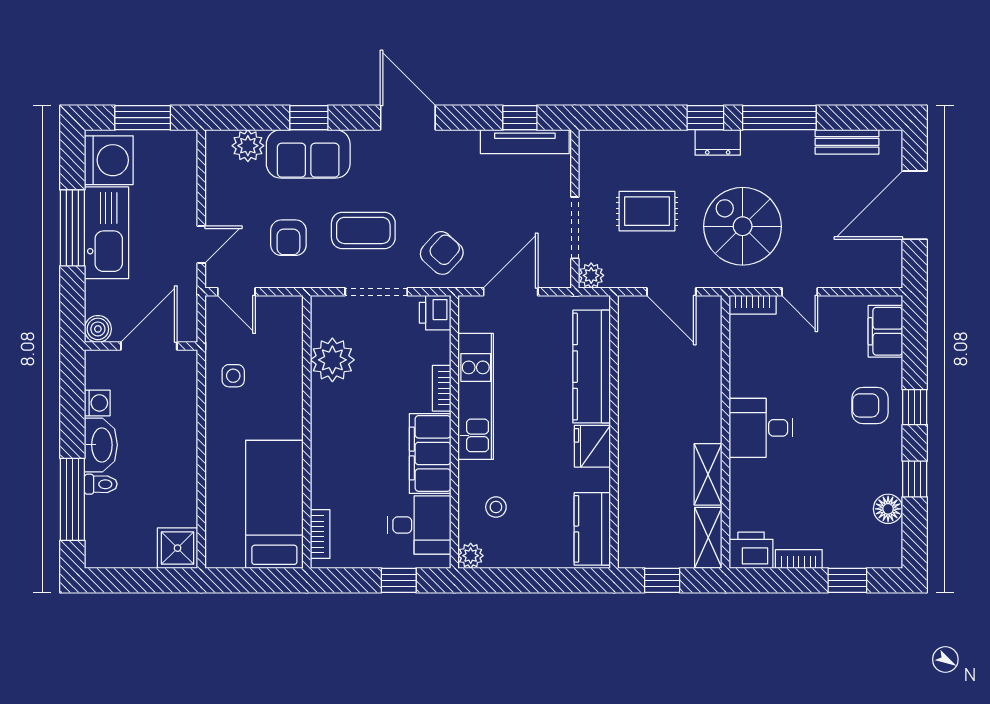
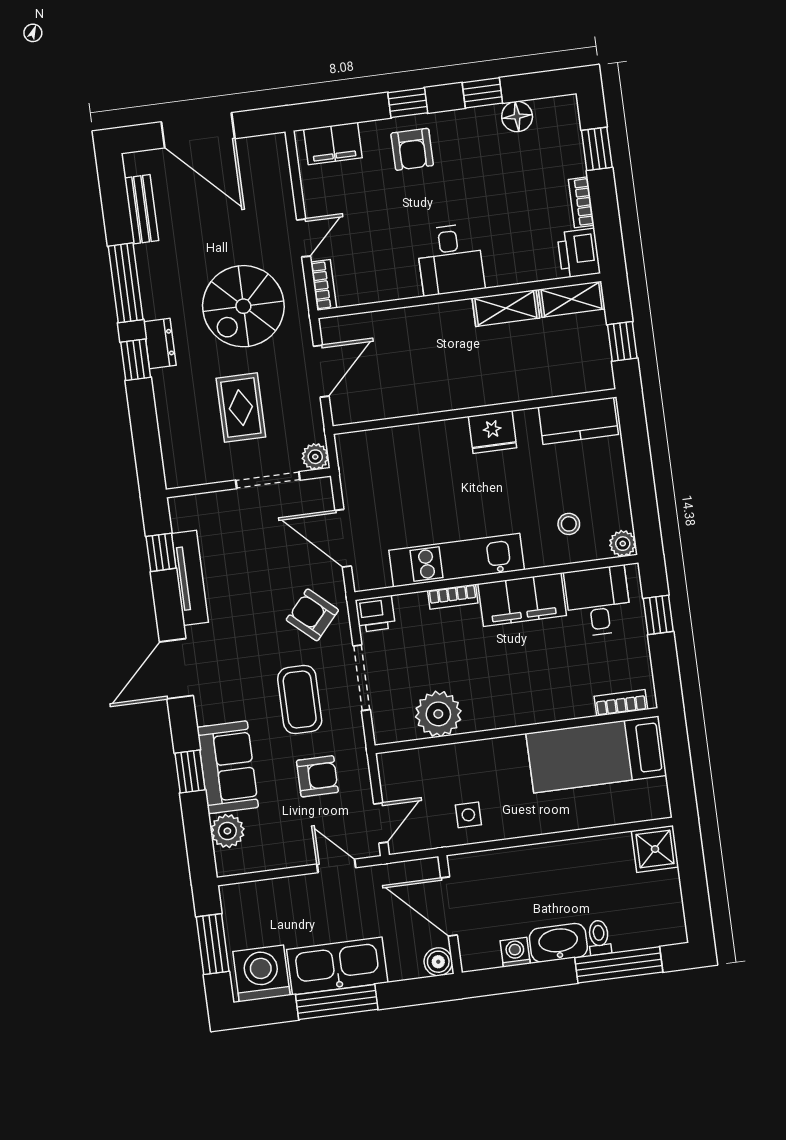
tv unit: (525, 142) -> (190, 578), moved
kitchen counter: (592, 367) -> (410, 444), removed

